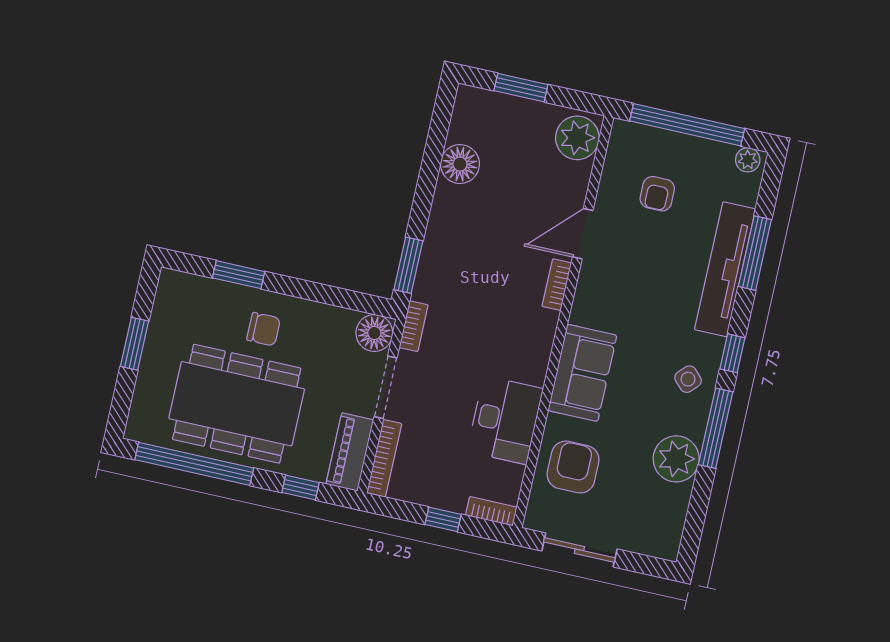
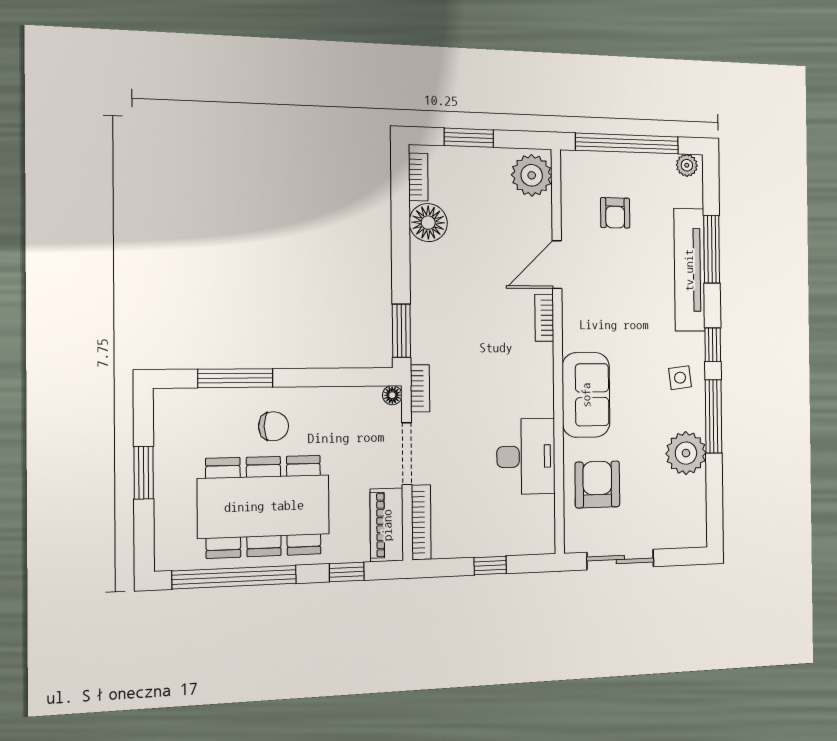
window: (239, 275) -> (235, 378), width x1.44
floor lamp: (374, 333) -> (392, 395), width x0.53, depth x0.53
side table: (688, 379) -> (680, 378), turned 38
bookcase: (491, 511) -> (418, 177), moved, turned 90

